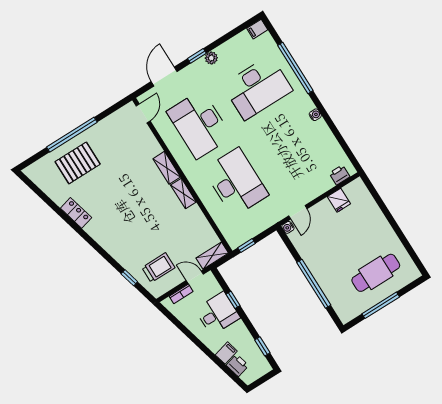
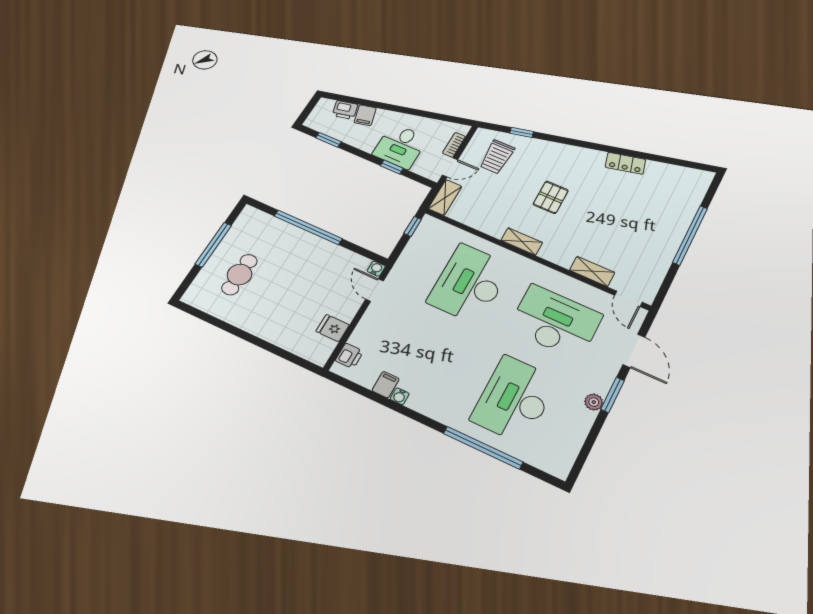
filing cabinet: (257, 29) -> (386, 385), moved
window: (197, 56) -> (612, 395), width x1.50
water cooler: (315, 115) -> (400, 396), moved
pallet: (78, 163) -> (551, 197), moved, width x0.67, depth x0.71
shelving: (167, 168) -> (592, 271), moved
desk: (236, 182) -> (469, 284), turned 90
cafe table: (376, 273) -> (239, 275), width x0.73, depth x0.74

